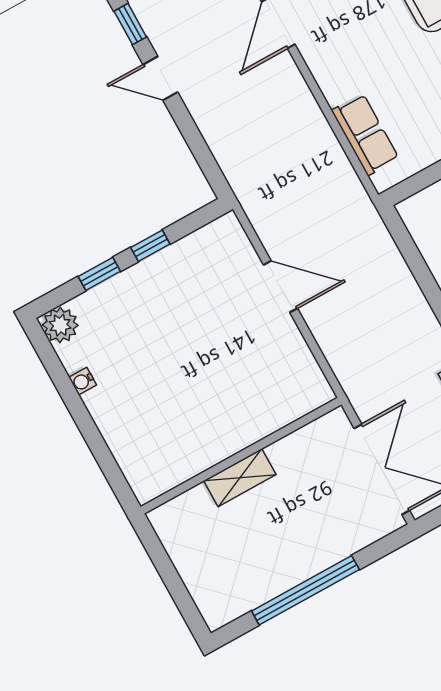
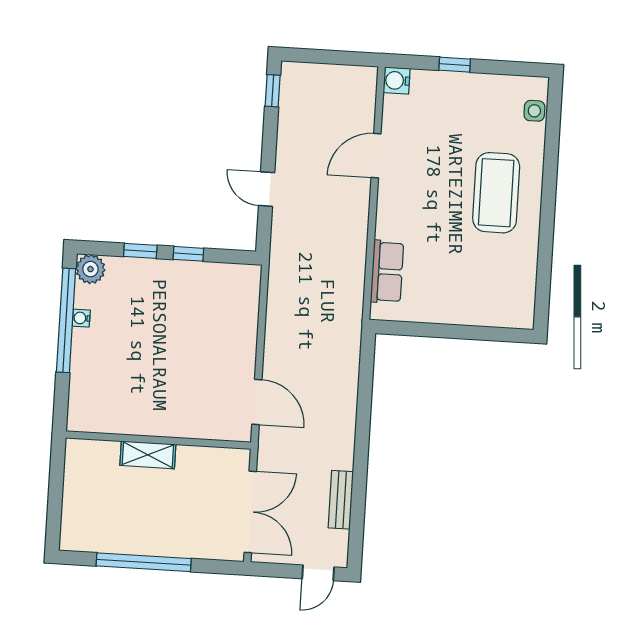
door: (160, 78) -> (267, 189), moved
door: (280, 287) -> (257, 402), moved
window: (69, 393) -> (66, 320), added

